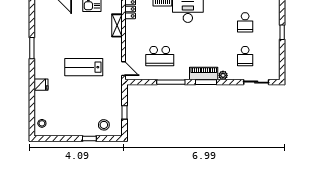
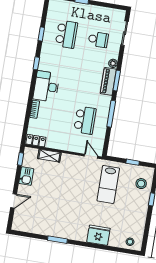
school desk: (245, 22) -> (66, 34), width x1.85
lab bench: (84, 67) -> (108, 184), moved
door: (124, 69) -> (91, 156), hinge flipped
fridge: (41, 85) -> (98, 235), width x1.88, depth x1.34

